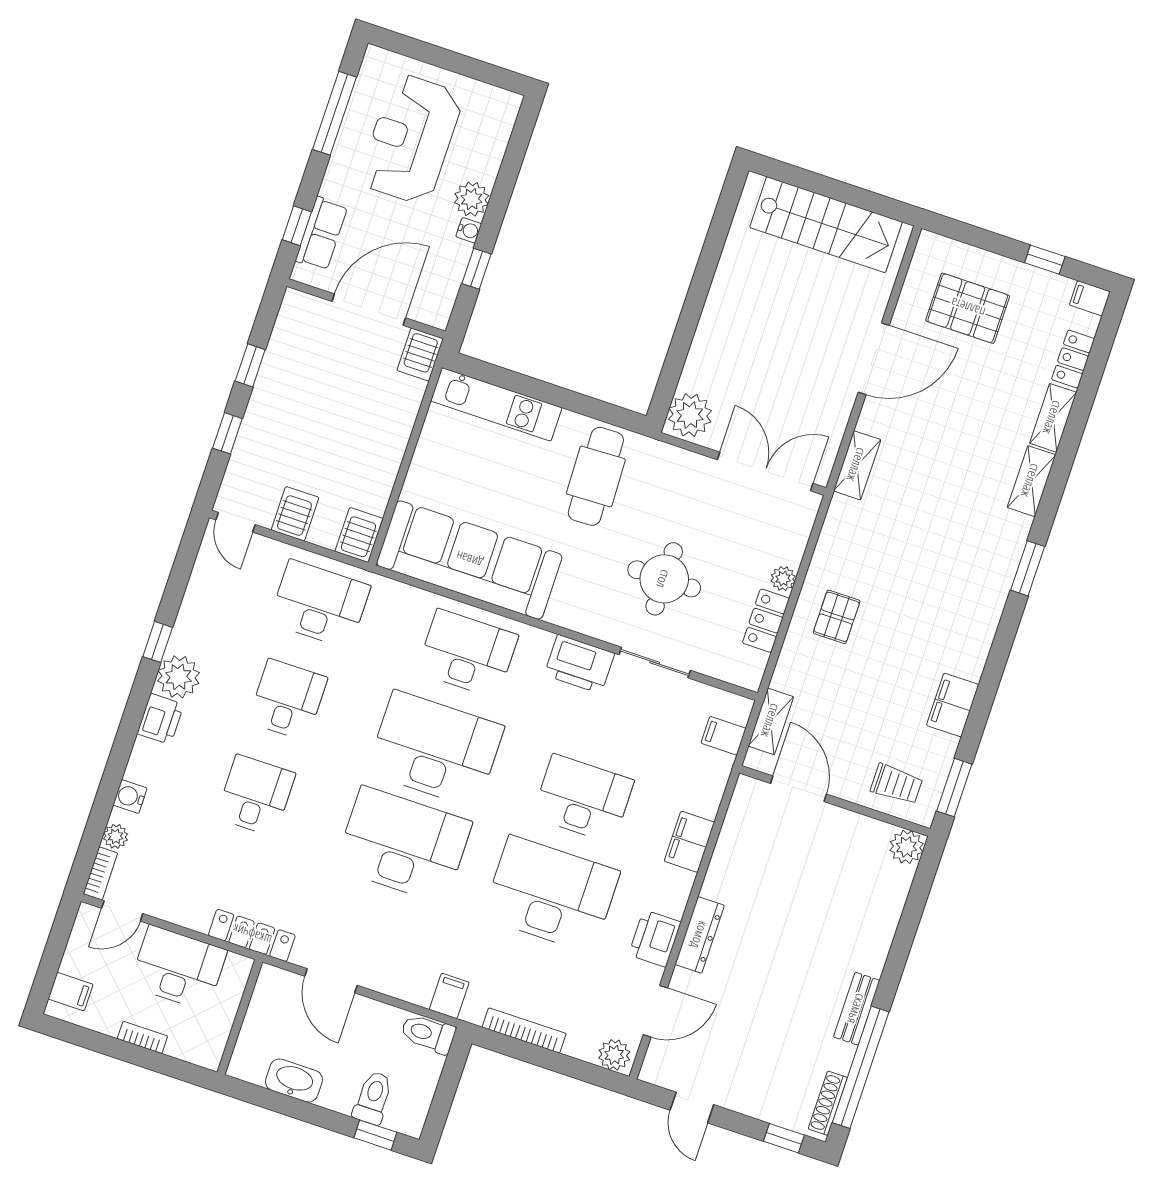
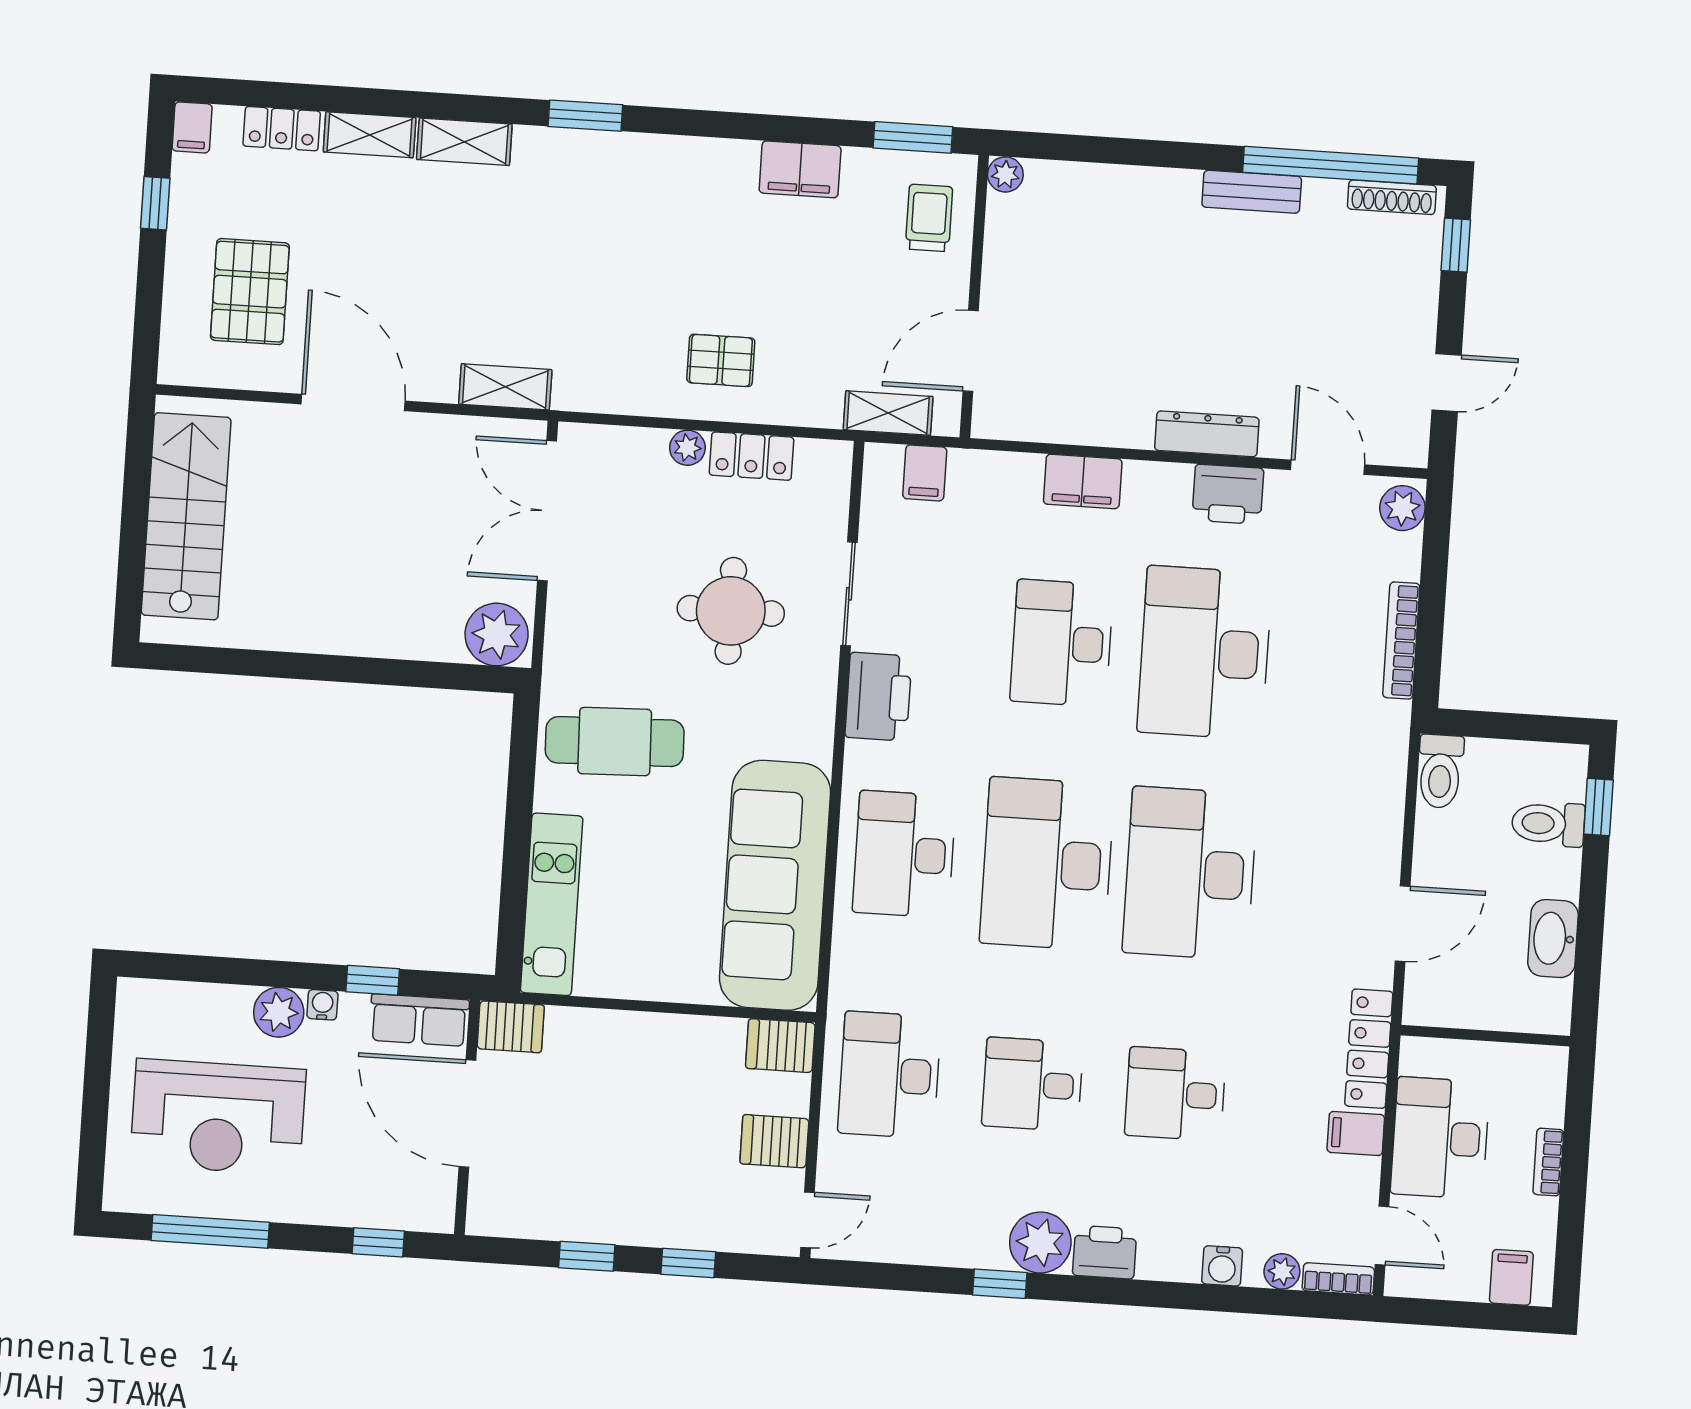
row of seats: (321, 234) -> (419, 1020), moved, turned 180
plant: (907, 847) -> (1005, 174), width x0.73, depth x0.73
filing cabinet: (449, 996) -> (1356, 1133), moved

